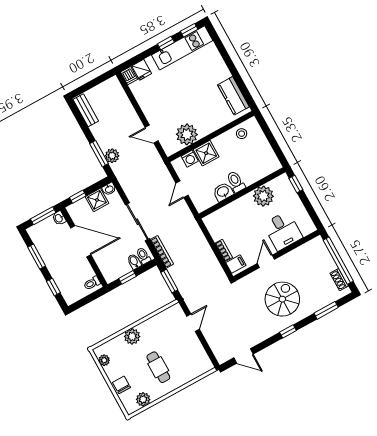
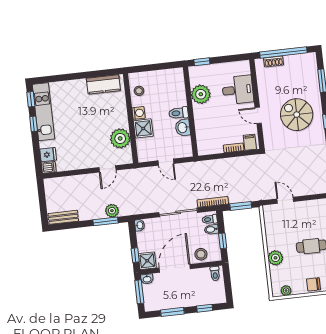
washing machine: (190, 159) -> (139, 113), moved
shower: (97, 200) -> (147, 261), moved
stool: (105, 261) -> (201, 254), added
shoe rack: (339, 280) -> (274, 61), moved

